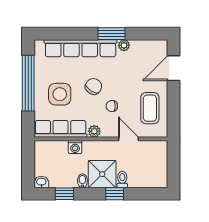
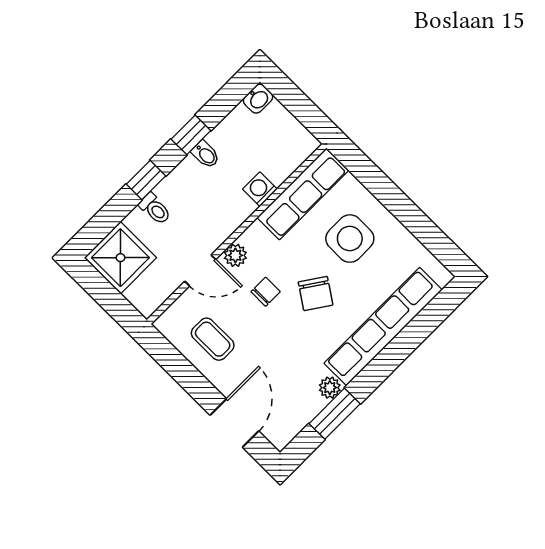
window: (111, 34) -> (335, 414), moved
window: (28, 83) -> (406, 211), removed
coffee table: (150, 108) -> (213, 339), width x0.73, depth x0.77
plant: (94, 131) -> (235, 255), moved
shower: (102, 174) -> (120, 258), moved
window: (64, 194) -> (191, 135), moved

